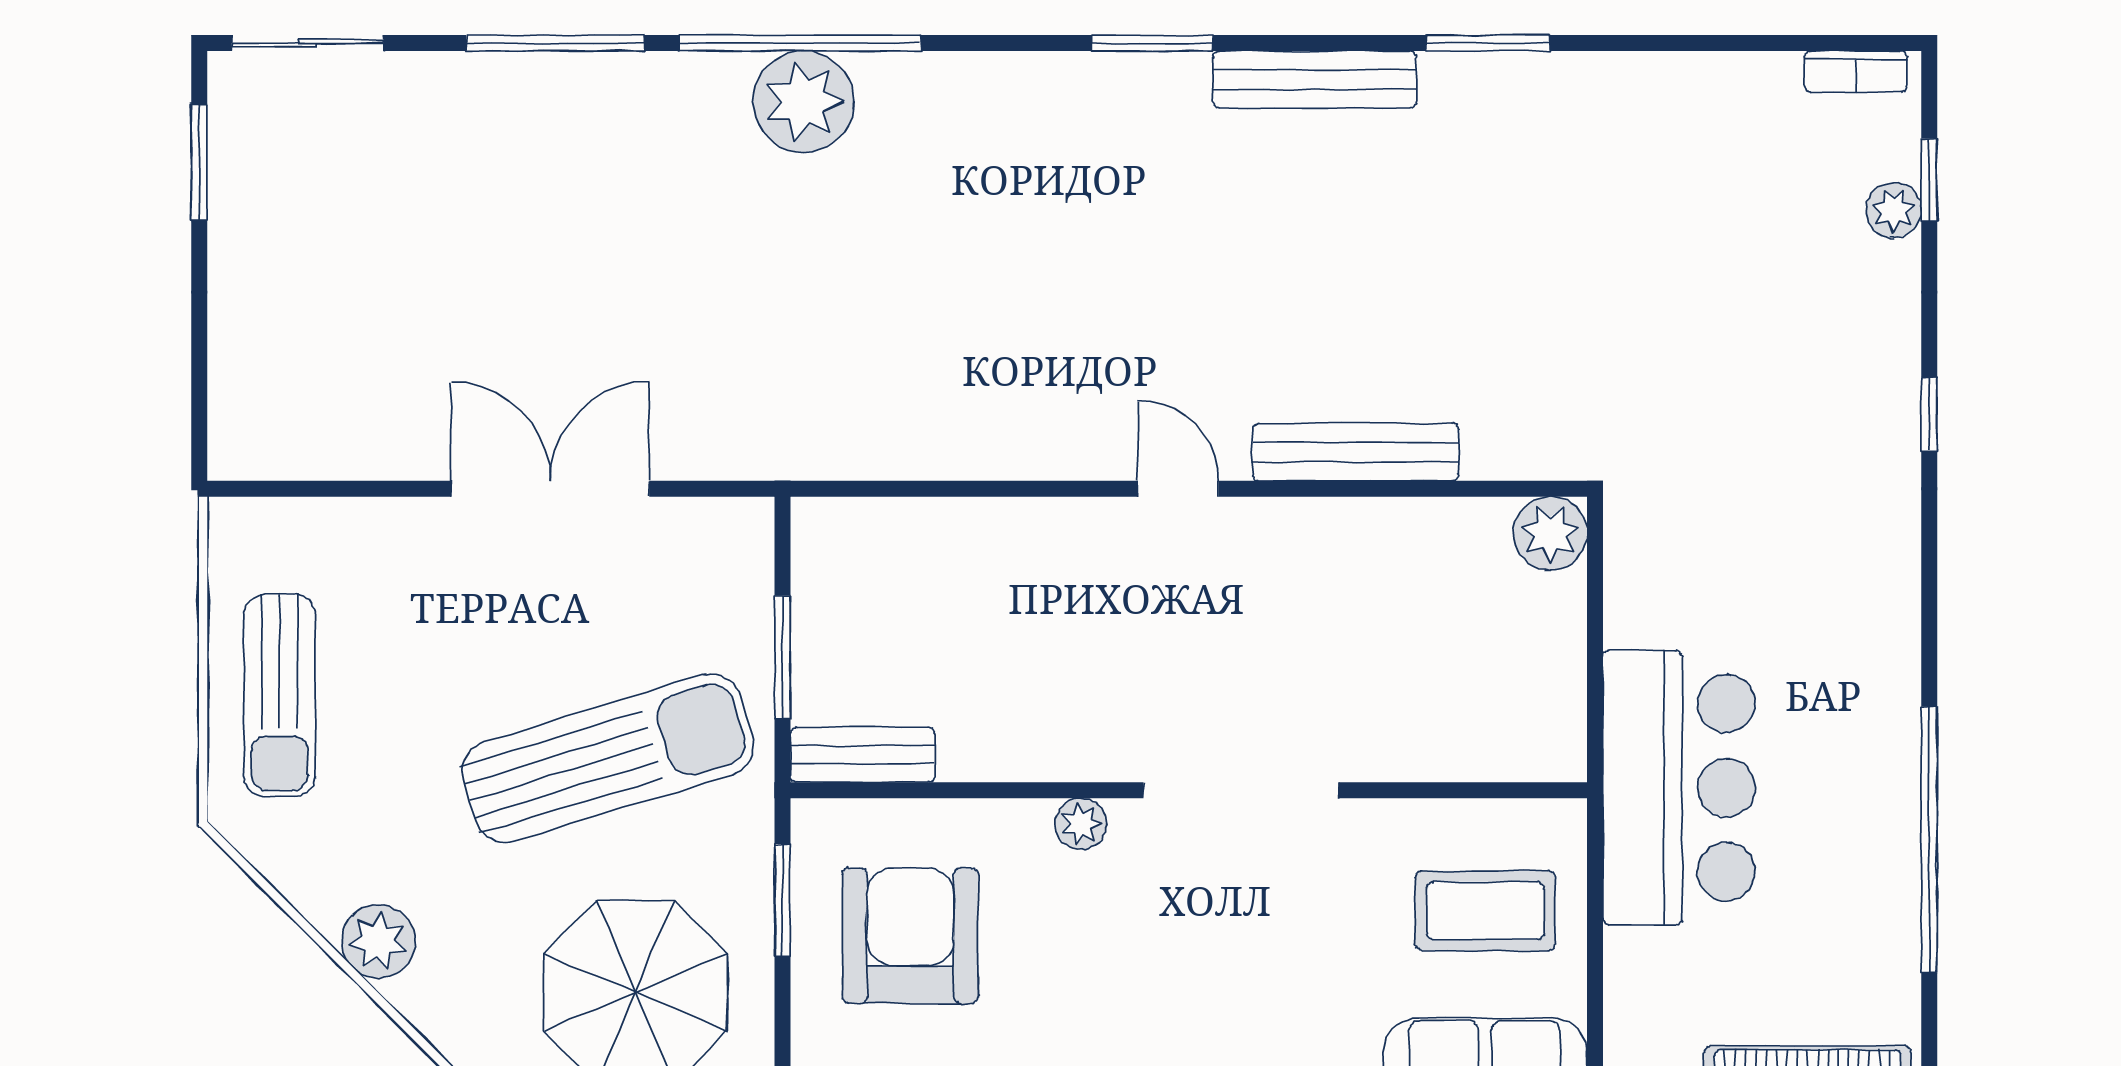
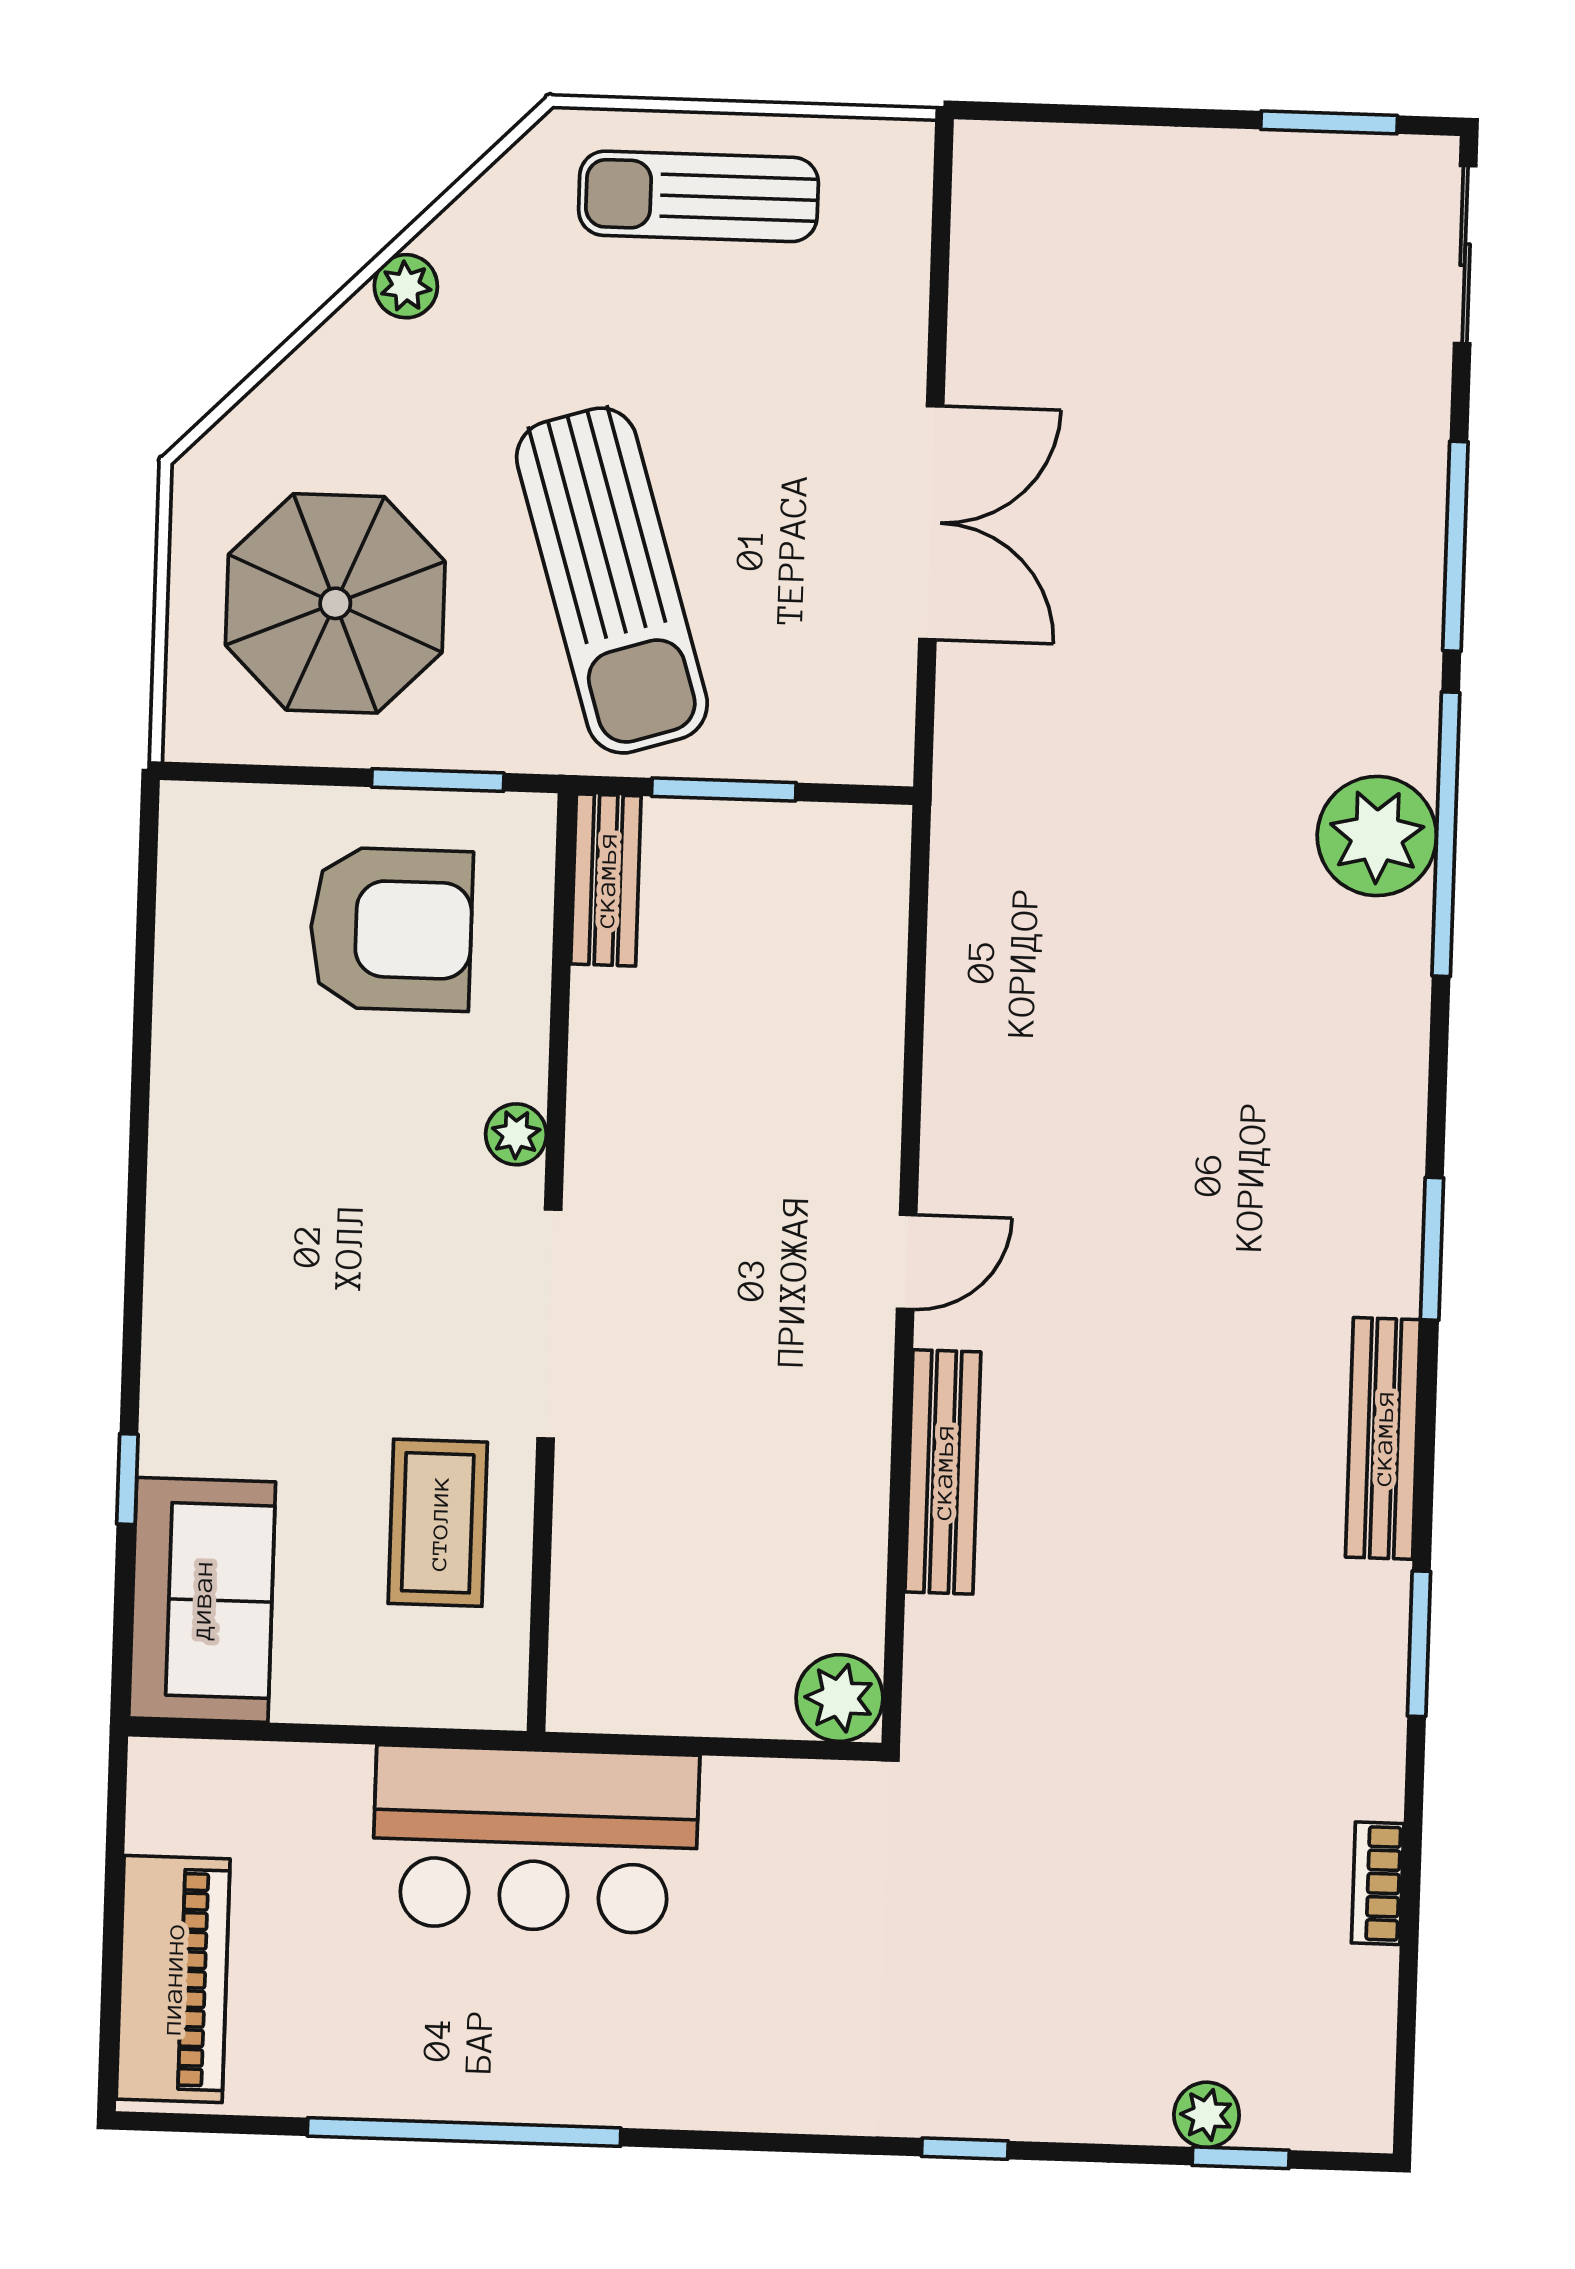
bookcase: (1856, 72) -> (1378, 1883), moved
coffee table: (1485, 911) -> (438, 1523), moved
plant: (378, 941) -> (406, 286), width x0.73, depth x0.73

